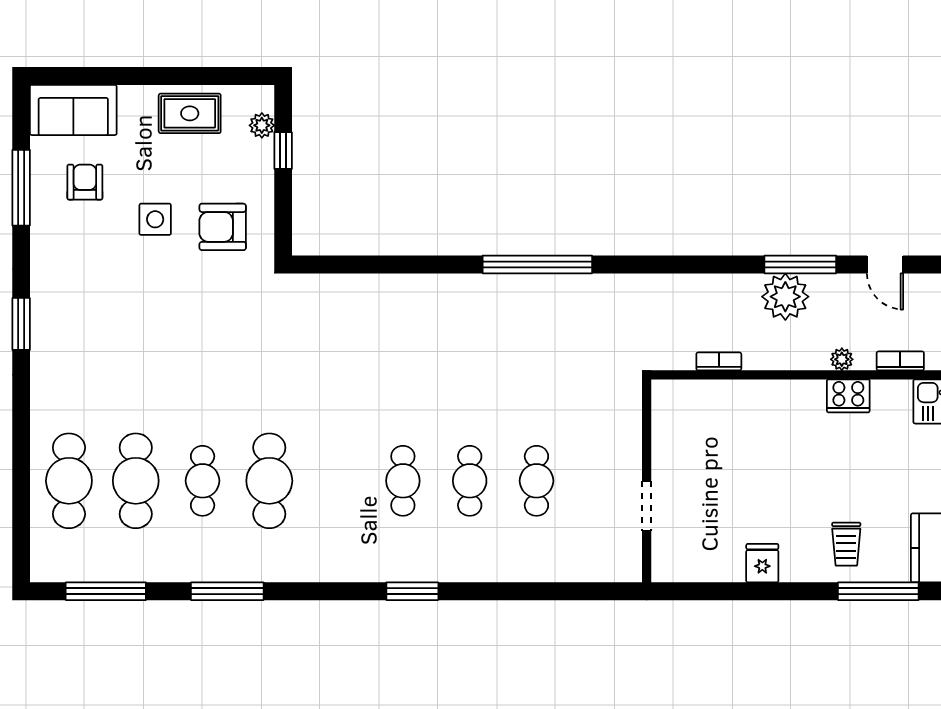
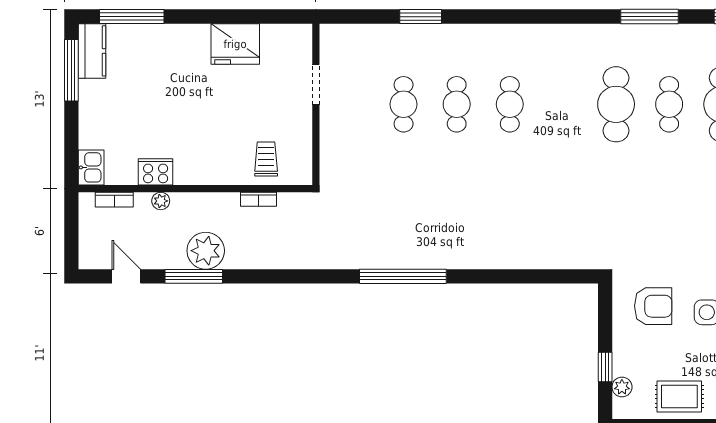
trolley: (846, 544) -> (266, 159), moved
fridge: (762, 563) -> (235, 44), width x1.88, depth x1.34
window: (412, 591) -> (421, 17), moved

